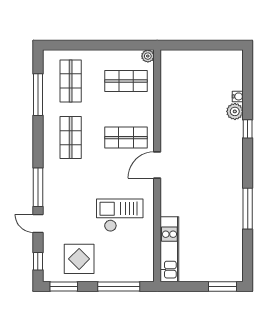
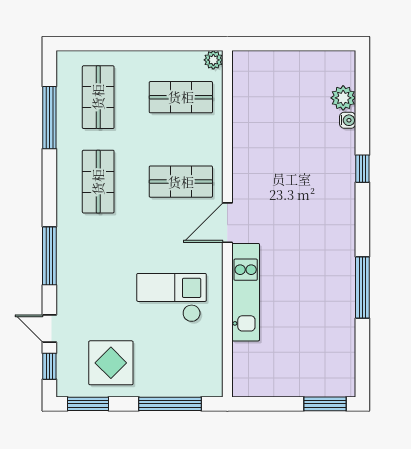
plant: (235, 111) -> (343, 98), moved
door: (38, 223) -> (49, 329), moved
kitchen unit: (169, 249) -> (246, 292), moved

